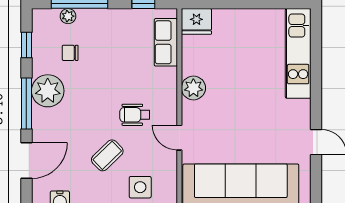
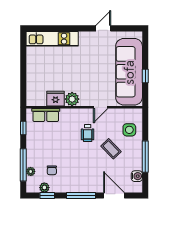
fridge: (196, 21) -> (56, 99), moved, turned -90
plant: (48, 91) -> (44, 188), moved, width x0.53, depth x0.53

